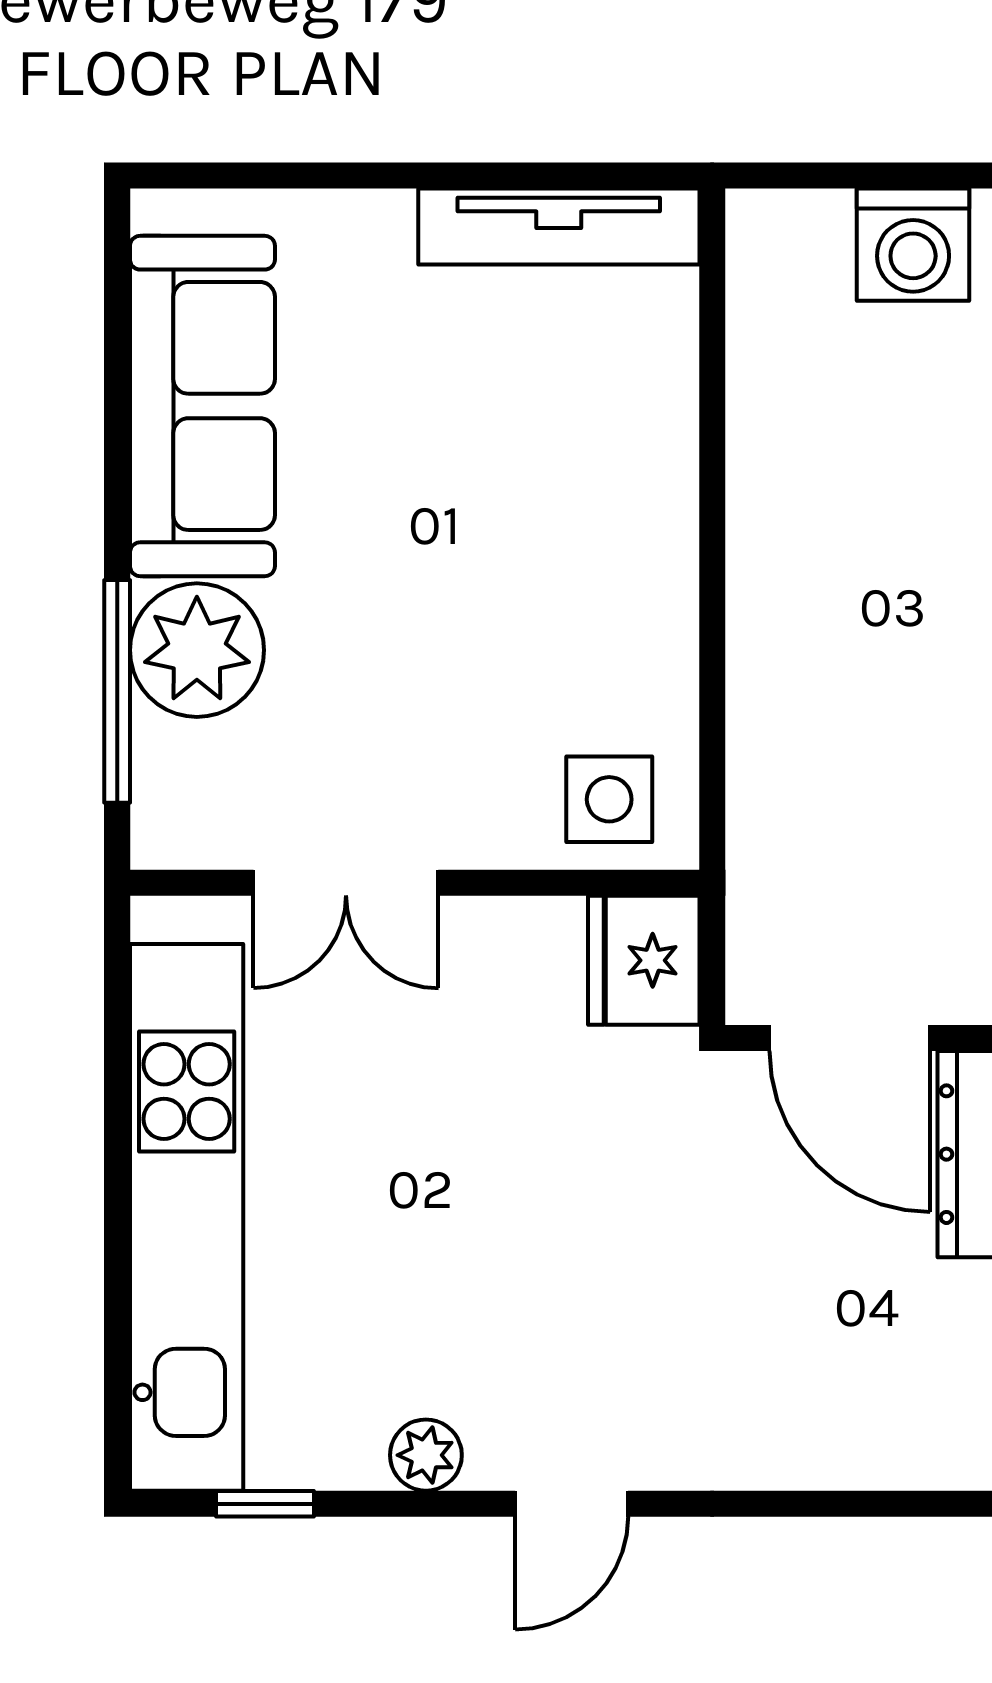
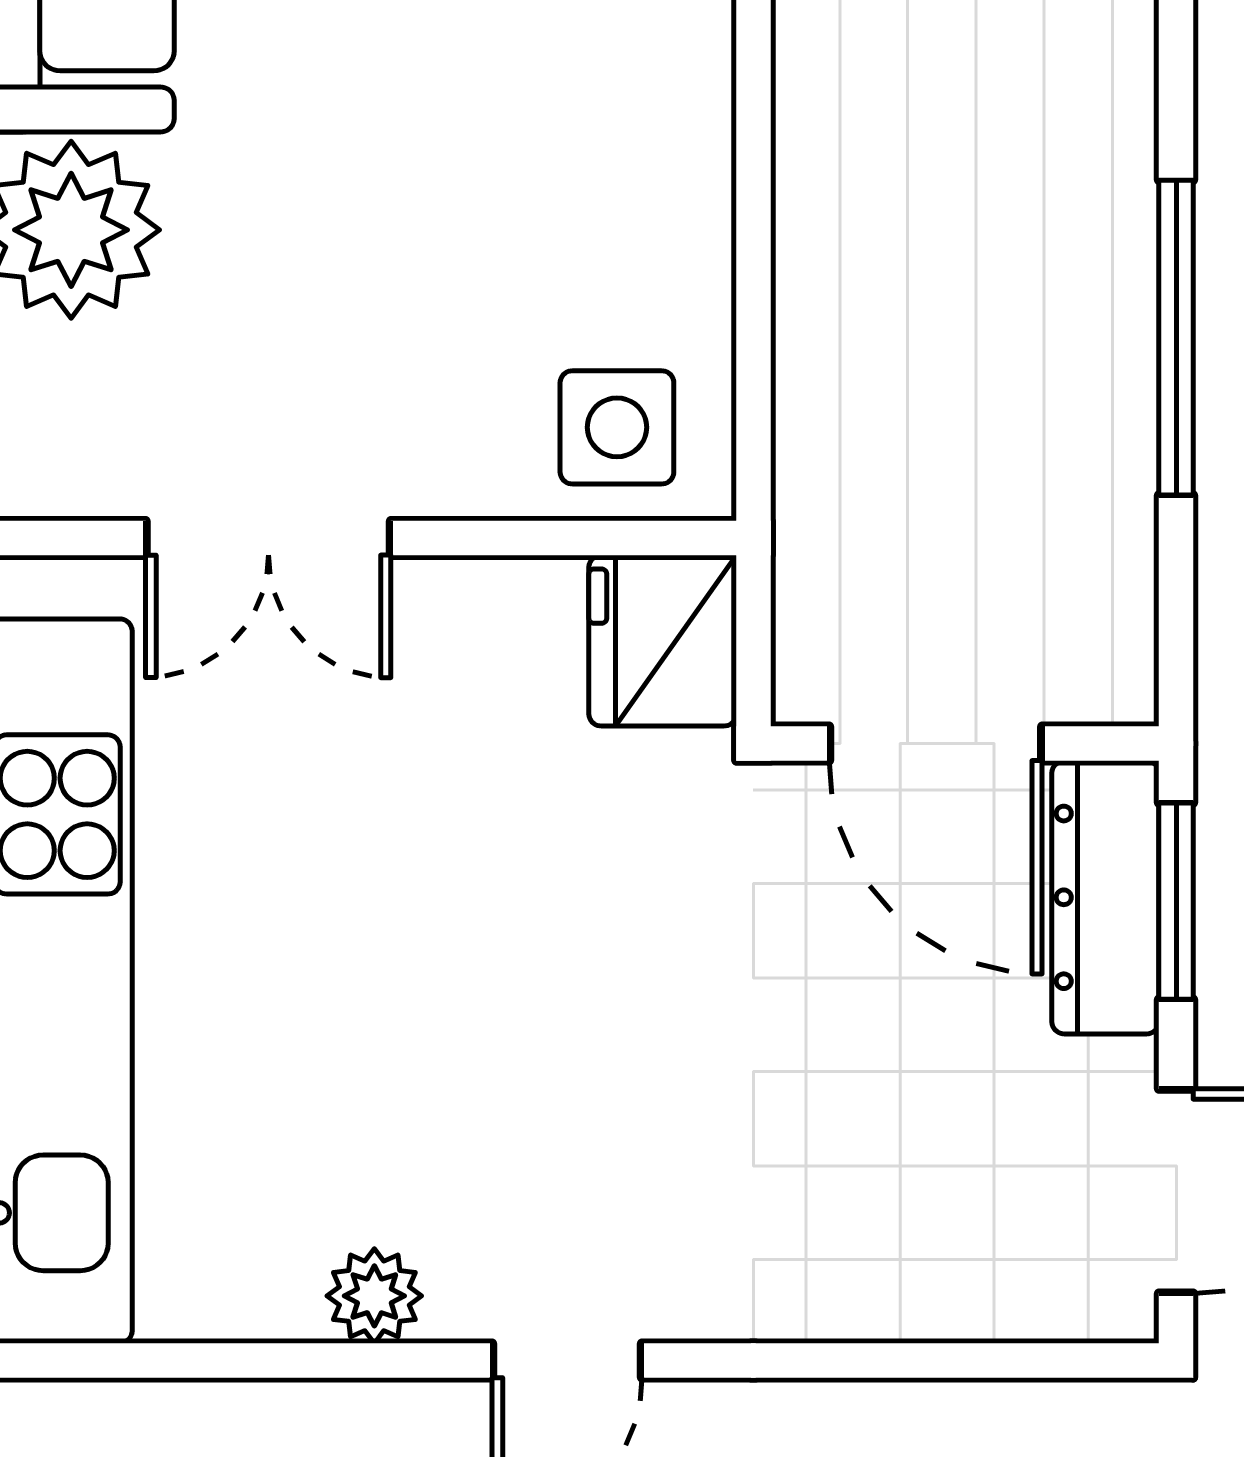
window: (265, 1504) -> (161, 1360), removed

